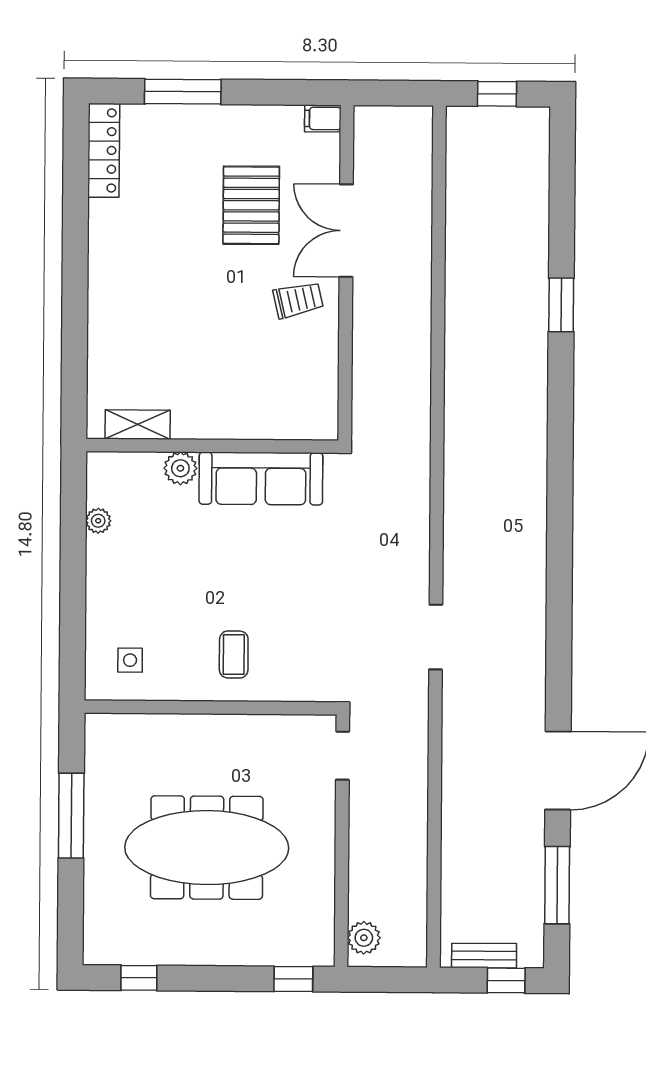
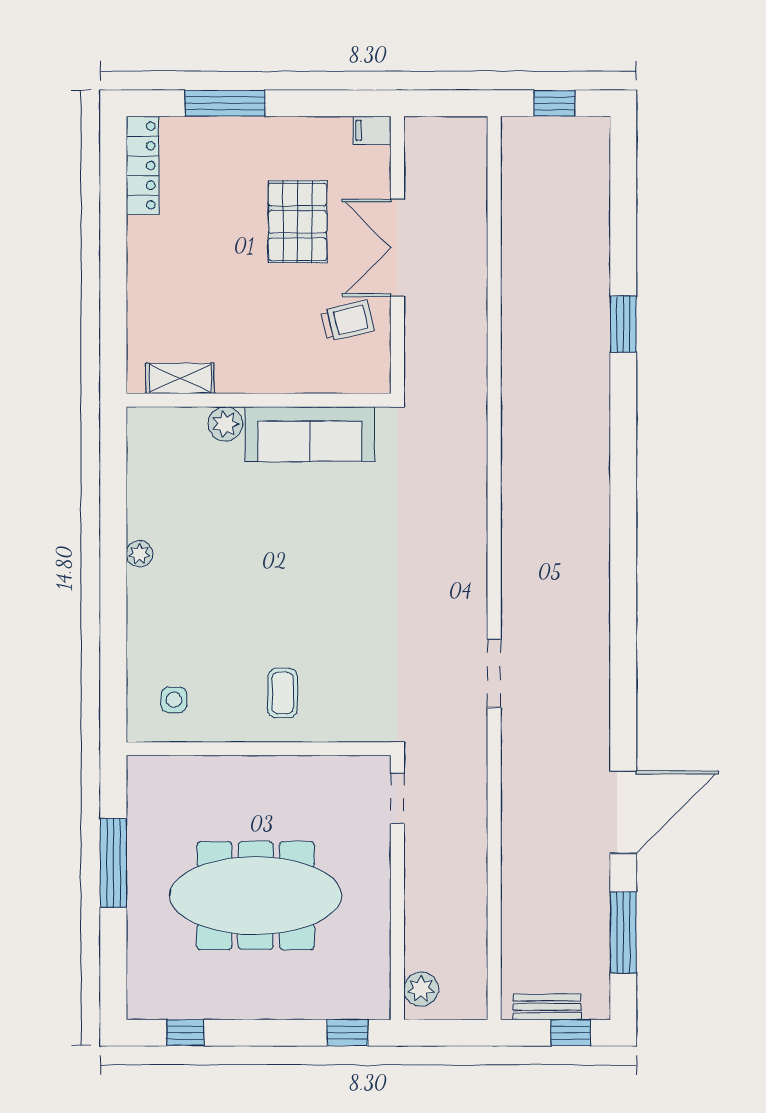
shelving: (138, 425) -> (180, 378), moved
wall: (212, 446) -> (259, 400), moved
plant: (180, 468) -> (225, 424), moved
sofa: (261, 479) -> (310, 434), moved

